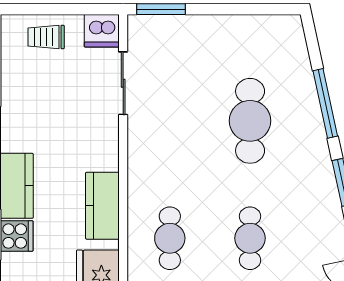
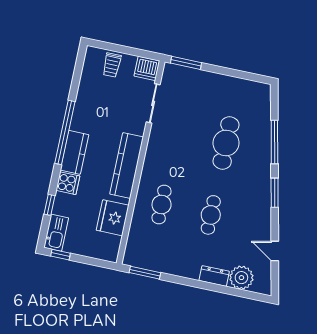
trolley: (46, 37) -> (112, 65), turned -90
kitchen counter: (102, 206) -> (127, 165), width x1.50

